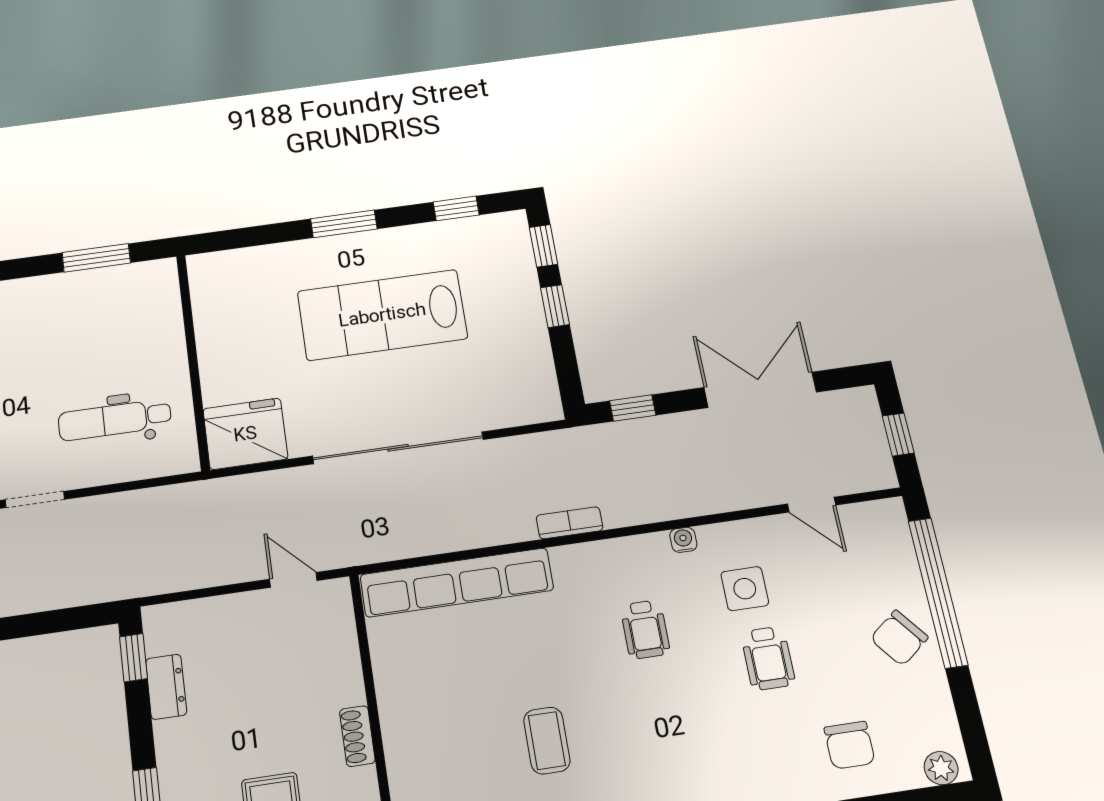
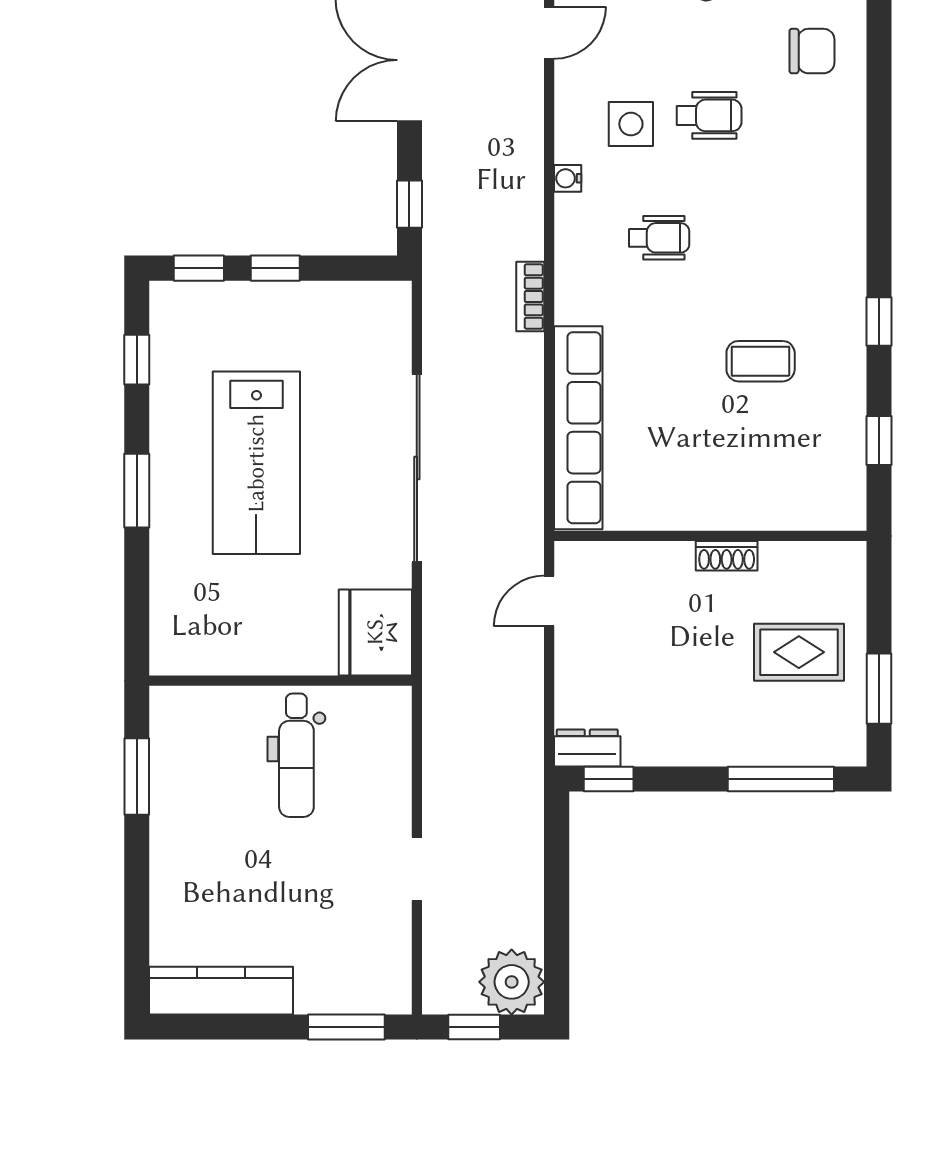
dental chair: (115, 420) -> (296, 755), moved
dresser: (166, 687) -> (587, 748), moved

